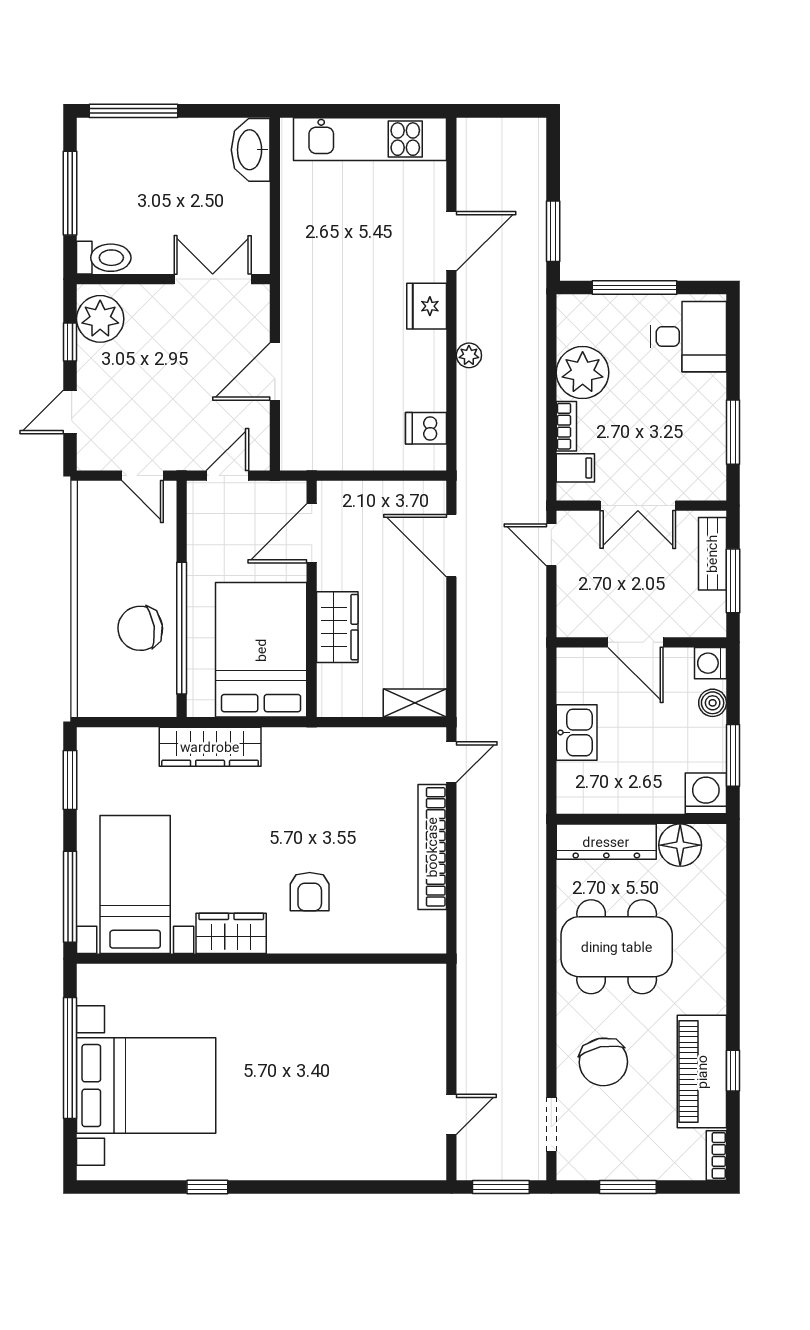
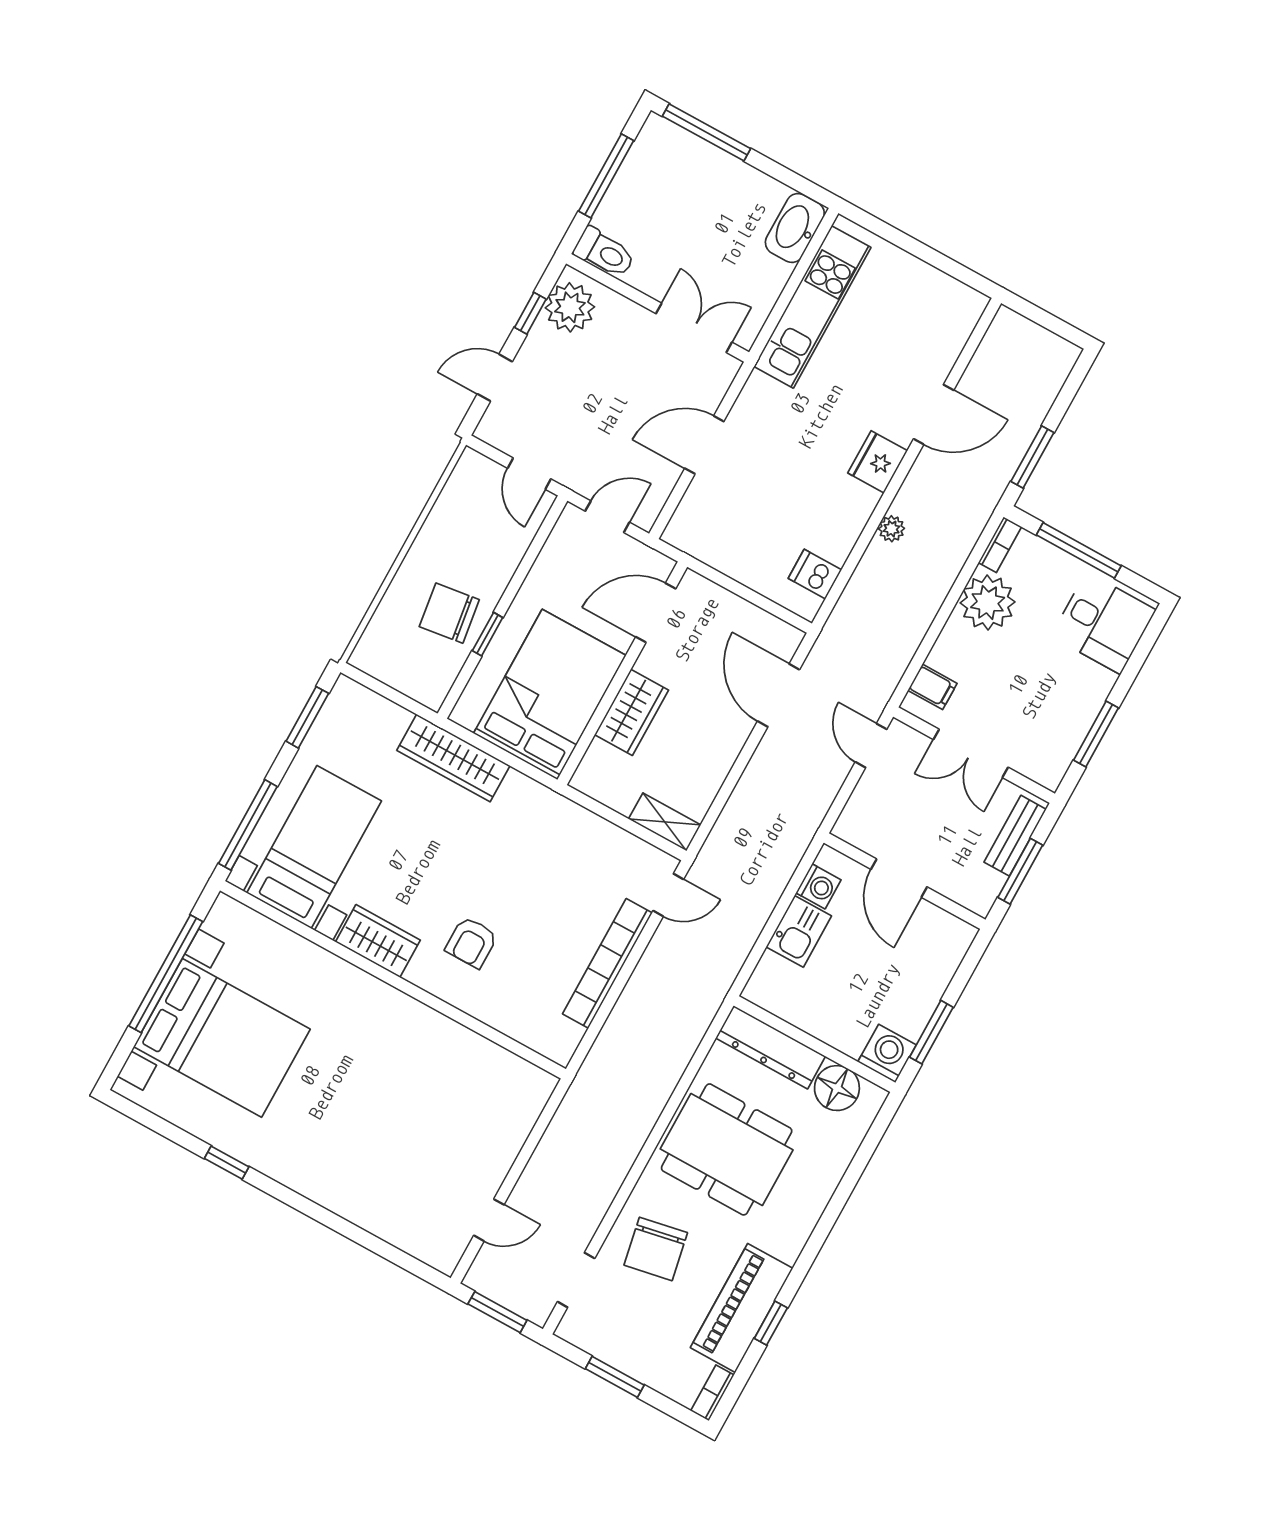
kitchen unit: (370, 139) -> (812, 307), moved, turned -90
bookcase: (566, 426) -> (1000, 545), moved
window: (182, 628) -> (488, 634), width x0.32
washing machine: (710, 663) -> (818, 886), moved, turned 180
boiler: (713, 703) -> (939, 973), removed

